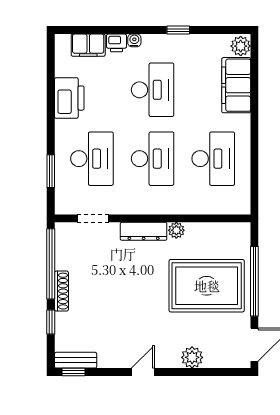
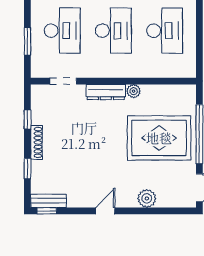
window: (51, 264) -> (27, 119), width x0.32

